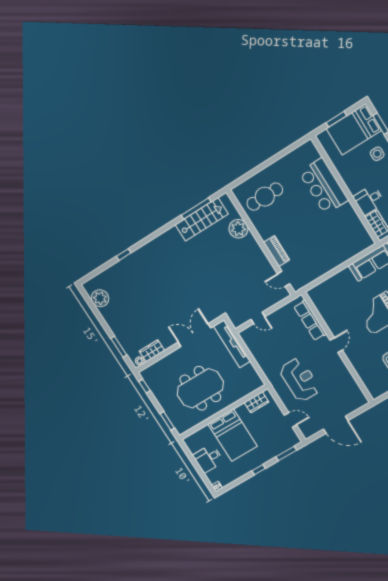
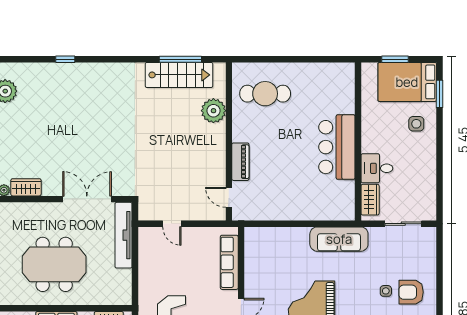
bar counter: (324, 186) -> (337, 147), moved

